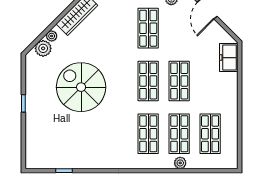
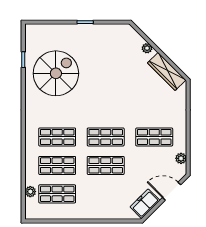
plant: (43, 48) -> (136, 40), removed
freezer: (229, 58) -> (145, 204), moved, turned -45
spiral stairs: (81, 87) -> (56, 73), moved
plant: (180, 163) -> (30, 192), moved

